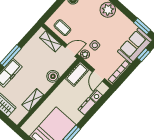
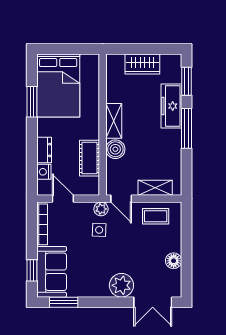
door: (71, 51) -> (121, 199), hinge flipped
cot: (77, 74) -> (90, 158), moved
shelving: (33, 100) -> (114, 121), moved

